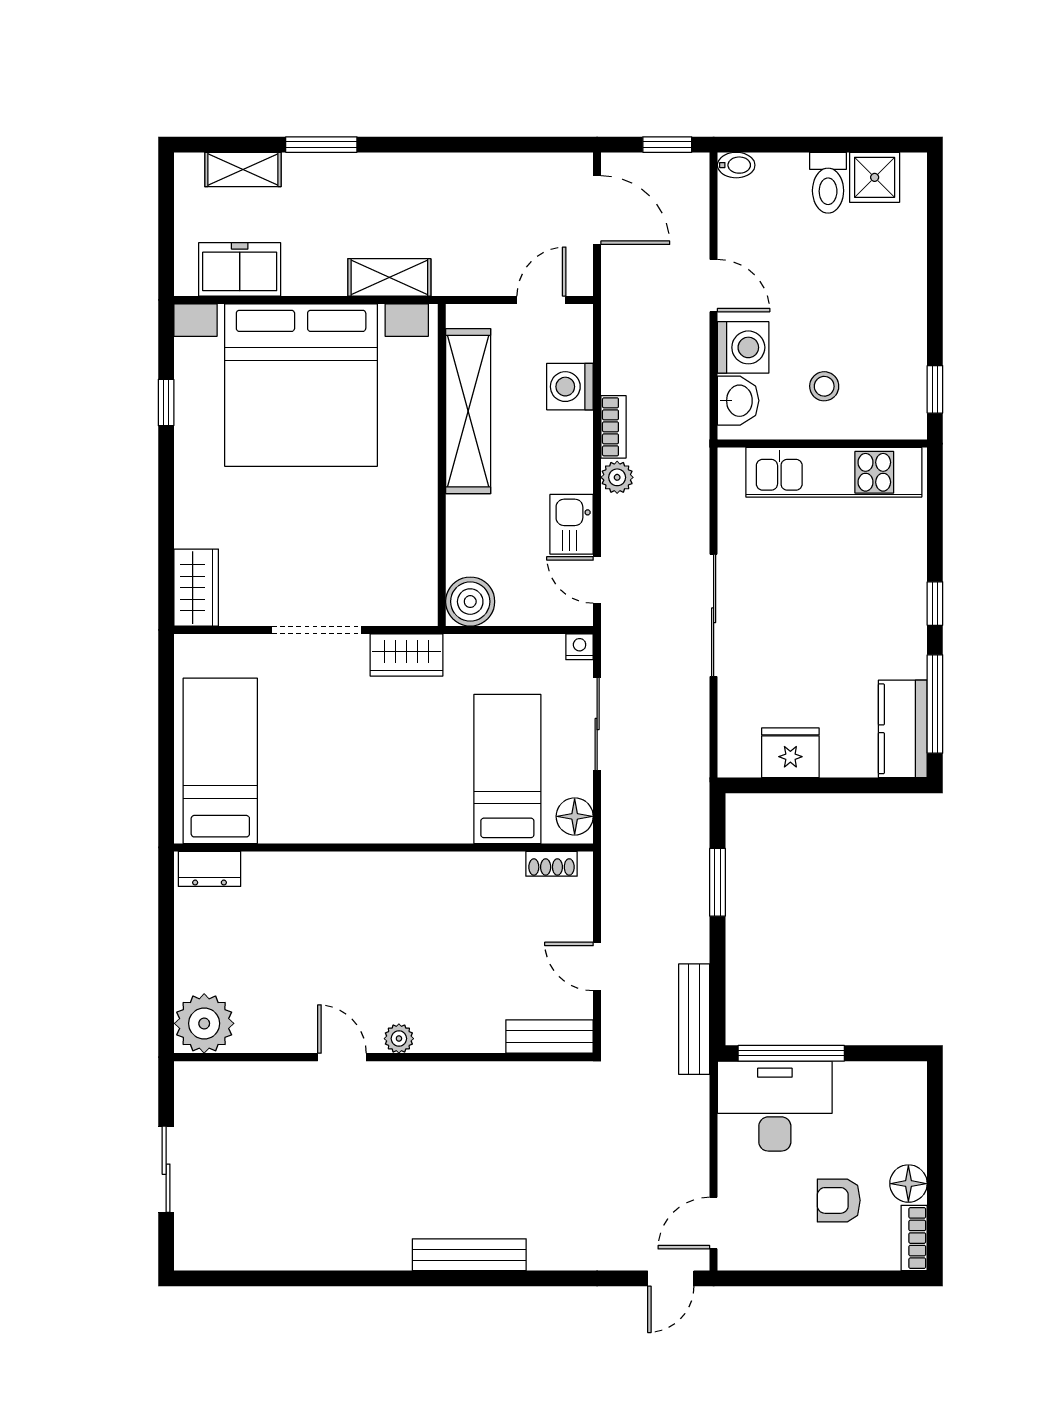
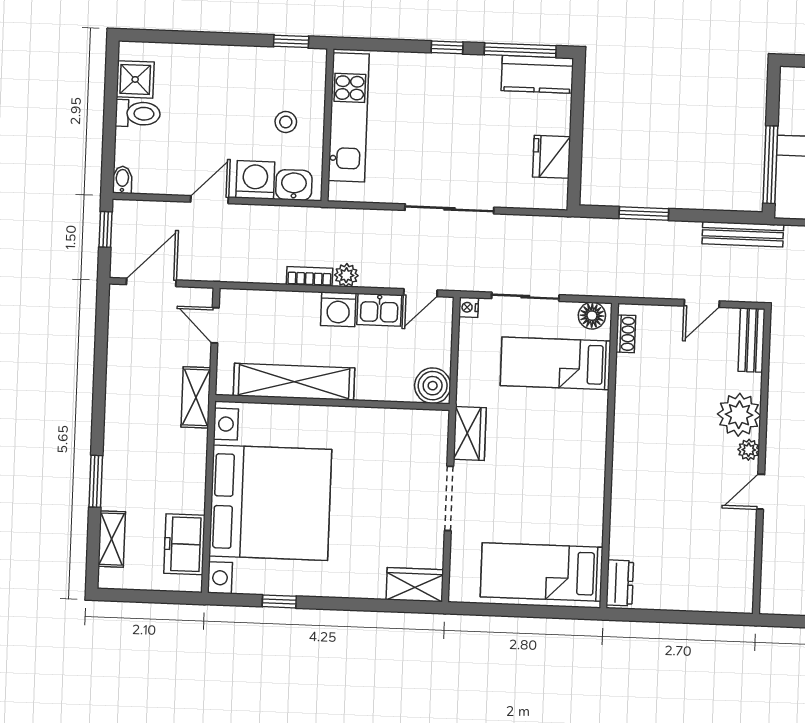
shelving: (389, 277) -> (196, 397), moved
washing machine: (570, 387) -> (338, 309), moved
plant: (204, 1023) -> (739, 415), moved

